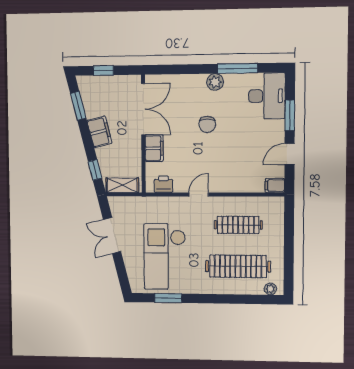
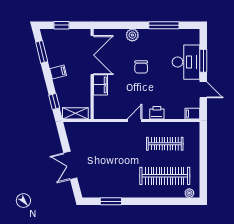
plant: (215, 82) -> (132, 35), moved
desk: (267, 96) -> (186, 62), moved
filing cabinet: (99, 132) -> (58, 72), width x0.50
door: (290, 154) -> (203, 90), swing flipped
printer: (163, 184) -> (157, 113), moved
double door: (112, 236) -> (70, 165), moved
checkout: (165, 256) -> (108, 169), removed

